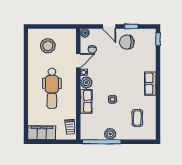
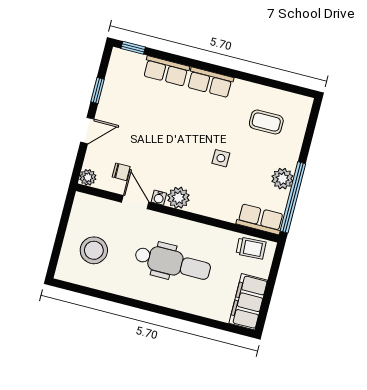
chair: (127, 42) -> (124, 106), removed
row of seats: (150, 59) -> (166, 71), added
row of seats: (86, 101) -> (260, 219), moved

